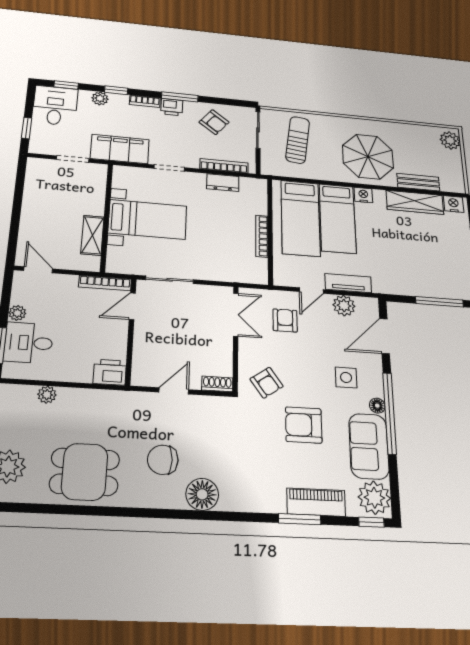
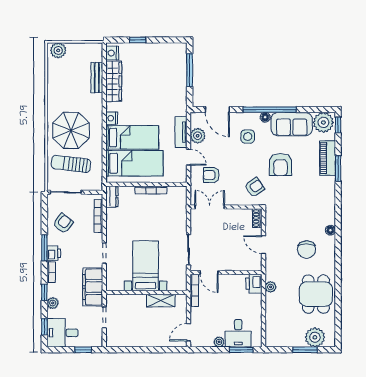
parasol: (368, 157) -> (71, 131), moved
dresser: (223, 183) -> (112, 197), moved
plant: (47, 395) -> (271, 287), moved
floor lamp: (202, 494) -> (330, 230), width x0.53, depth x0.53

